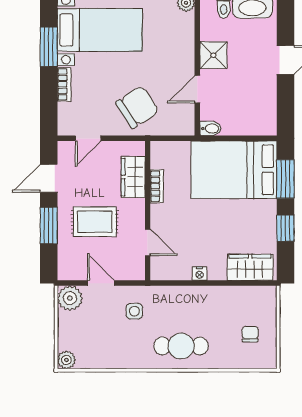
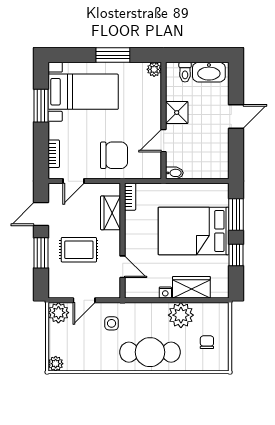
bookcase: (64, 84) -> (54, 154), moved
chair: (137, 107) -> (114, 155), turned 33
bed: (234, 170) -> (194, 231), moved
bookcase: (157, 186) -> (130, 197), moved
wardrobe: (250, 267) -> (191, 287), moved
door: (101, 283) -> (84, 300), swing flipped
plant: (218, 301) -> (181, 315), added
cafe table: (181, 346) -> (150, 352), width x1.37, depth x1.35

